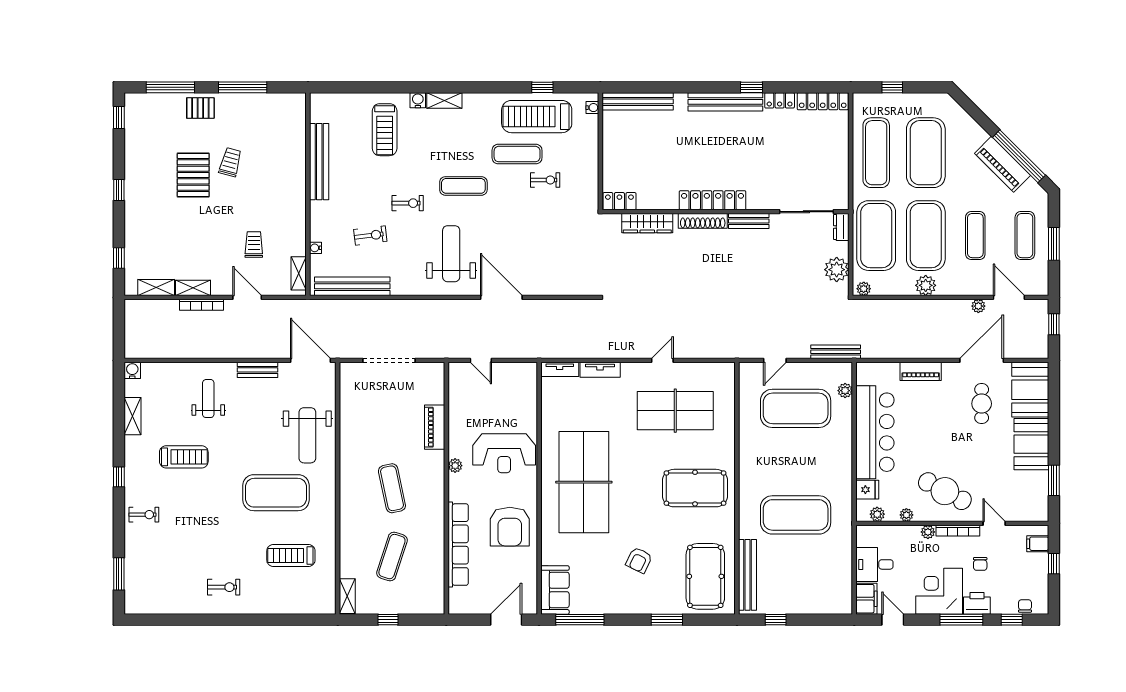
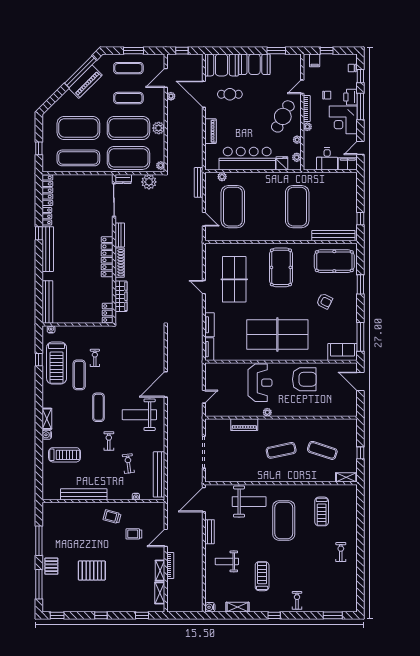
trolley: (230, 162) -> (112, 517), moved
shelving: (299, 273) -> (151, 507), removed
row of seats: (458, 545) -> (315, 410), removed

